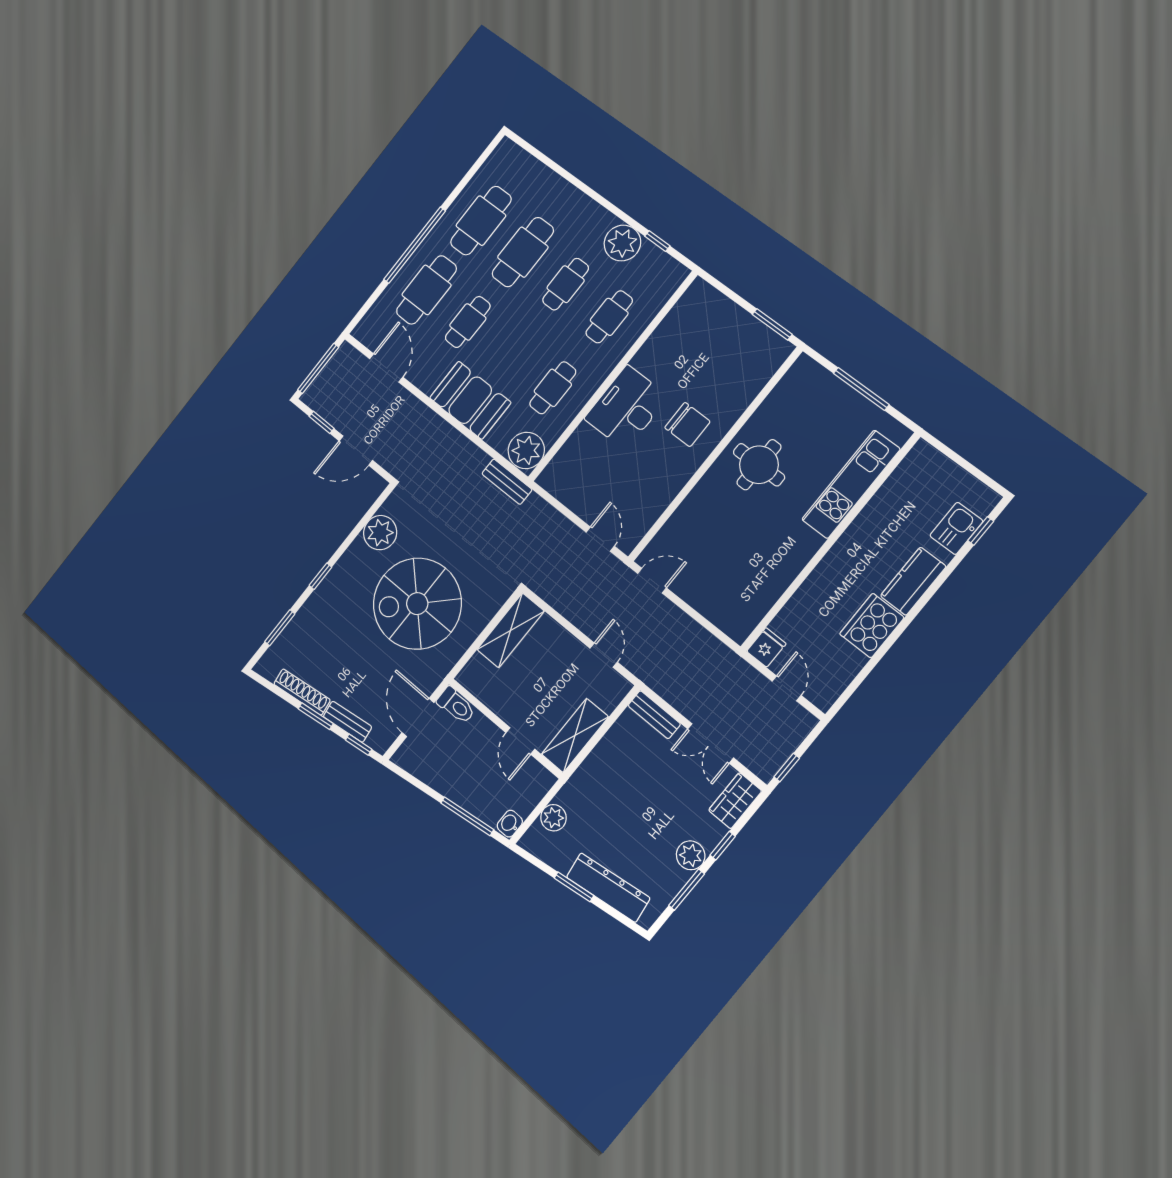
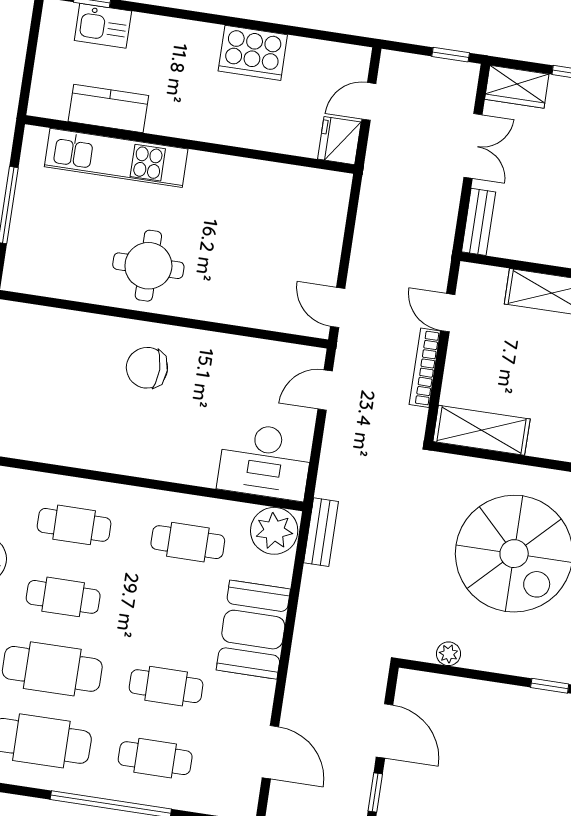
cafe table: (426, 290) -> (155, 758), width x0.73, depth x0.74
door: (386, 368) -> (270, 752), swing flipped
desk: (626, 407) -> (265, 461), moved
chair: (687, 425) -> (147, 368), turned -90
plant: (380, 533) -> (449, 654), width x0.53, depth x0.53
kitchen counter: (913, 581) -> (108, 108), moved, turned 180
bookcase: (575, 617) -> (425, 368), added
fridge: (766, 647) -> (339, 141), width x1.38
door: (604, 655) -> (448, 313), hinge flipped

